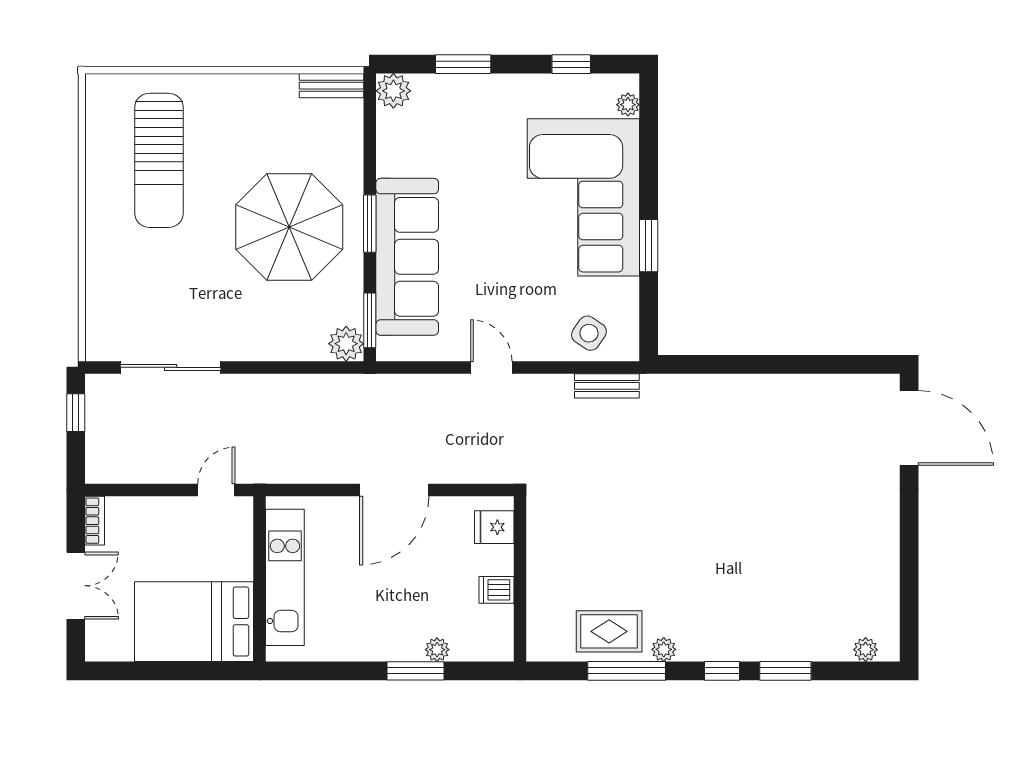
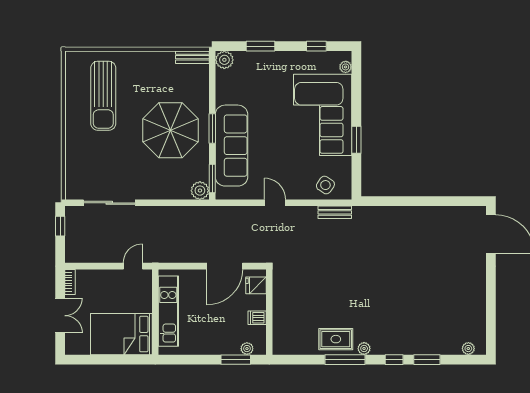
fridge: (494, 527) -> (256, 285), moved
wall: (520, 579) -> (269, 312), moved
dishwasher: (496, 590) -> (257, 318), moved

